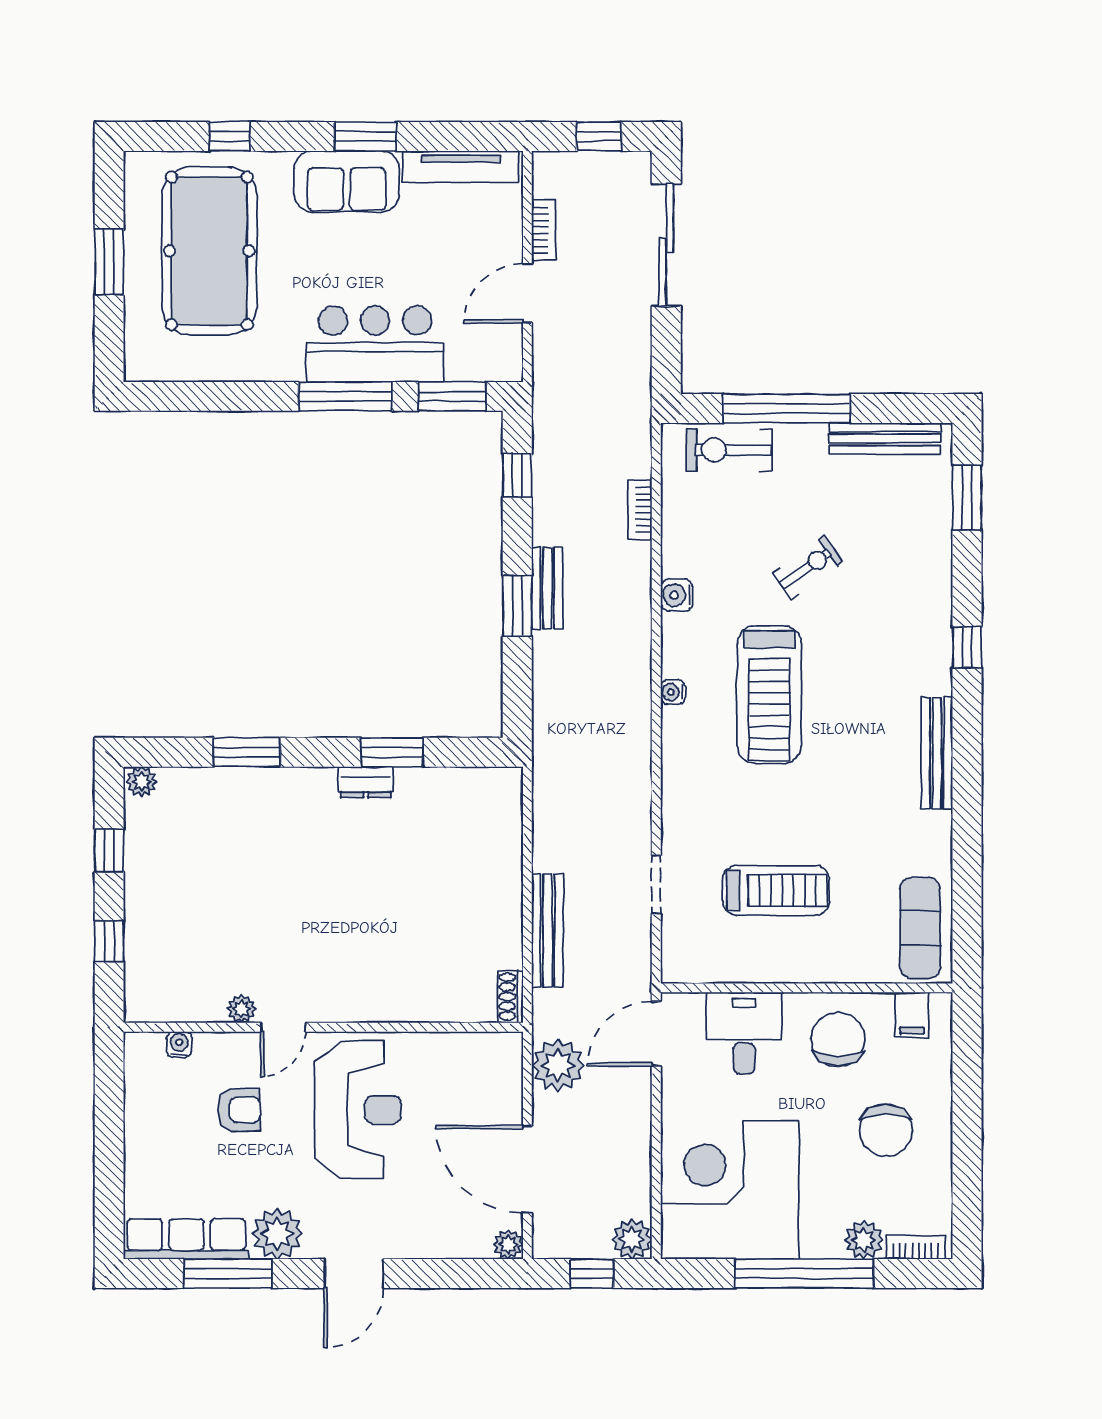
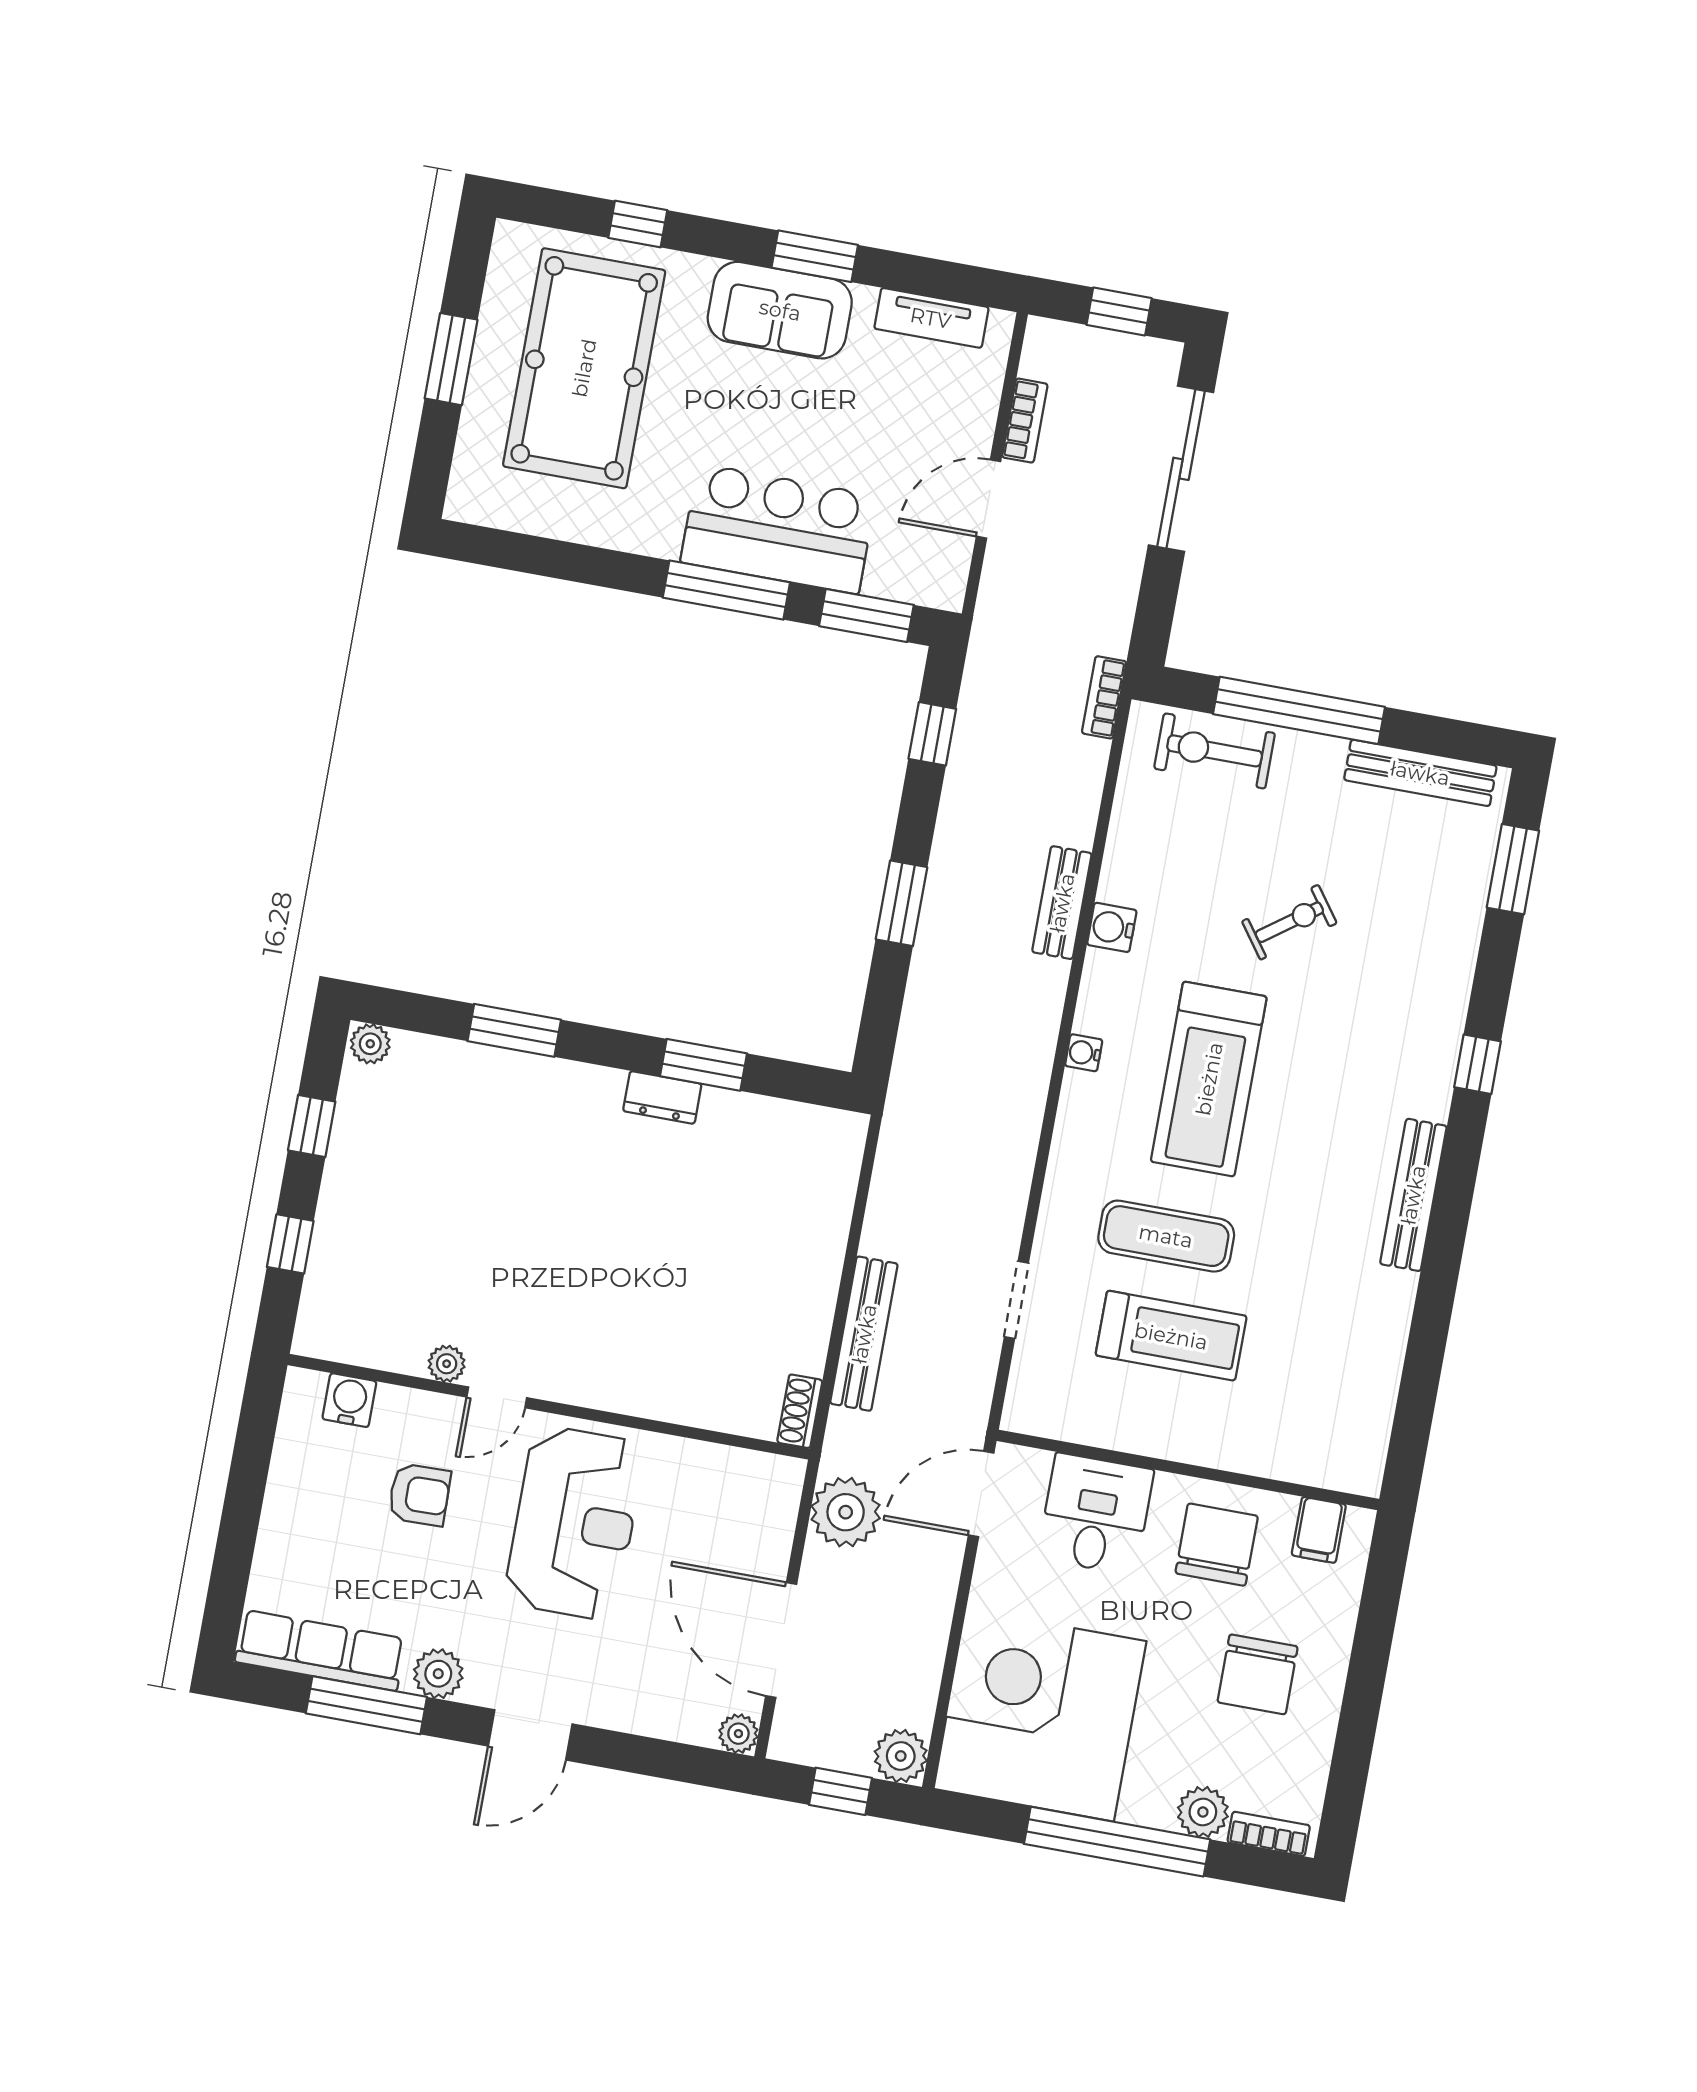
tv unit: (461, 167) -> (931, 318), width x0.71
bookcase: (640, 510) -> (1104, 697), moved
bench: (547, 588) -> (1062, 903), moved
exercise mat: (920, 928) -> (1166, 1236), moved, turned 90
water cooler: (179, 1044) -> (349, 1400), width x1.38, depth x1.38
plant: (277, 1234) -> (438, 1674), width x0.73, depth x0.73

